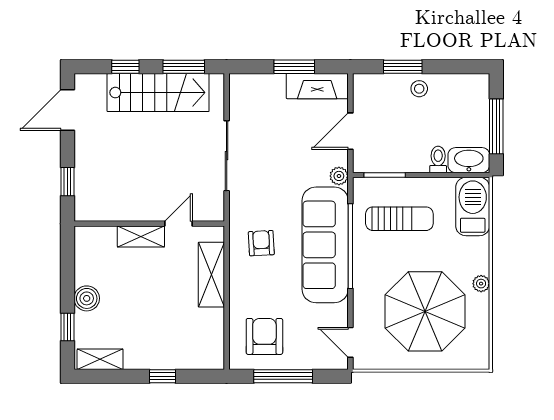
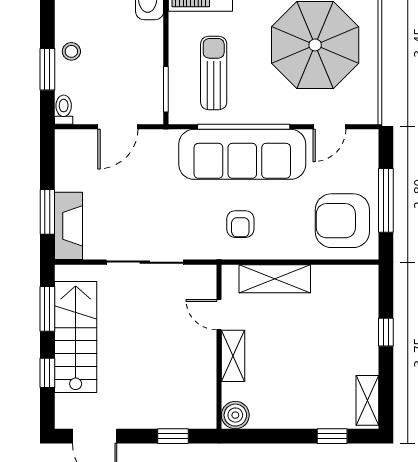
window: (294, 67) -> (47, 212), moved
fireplace: (317, 86) -> (69, 226), moved
door: (350, 131) -> (118, 127), hinge flipped
toilet: (438, 159) -> (64, 110), moved, turned 90
plant: (339, 176) -> (167, 139), removed
armchair: (261, 243) -> (240, 224), turned -87
boiler: (87, 298) -> (235, 415), moved
armchair: (264, 336) -> (342, 221), width x1.36, depth x1.36
door: (350, 342) -> (329, 127), moved

